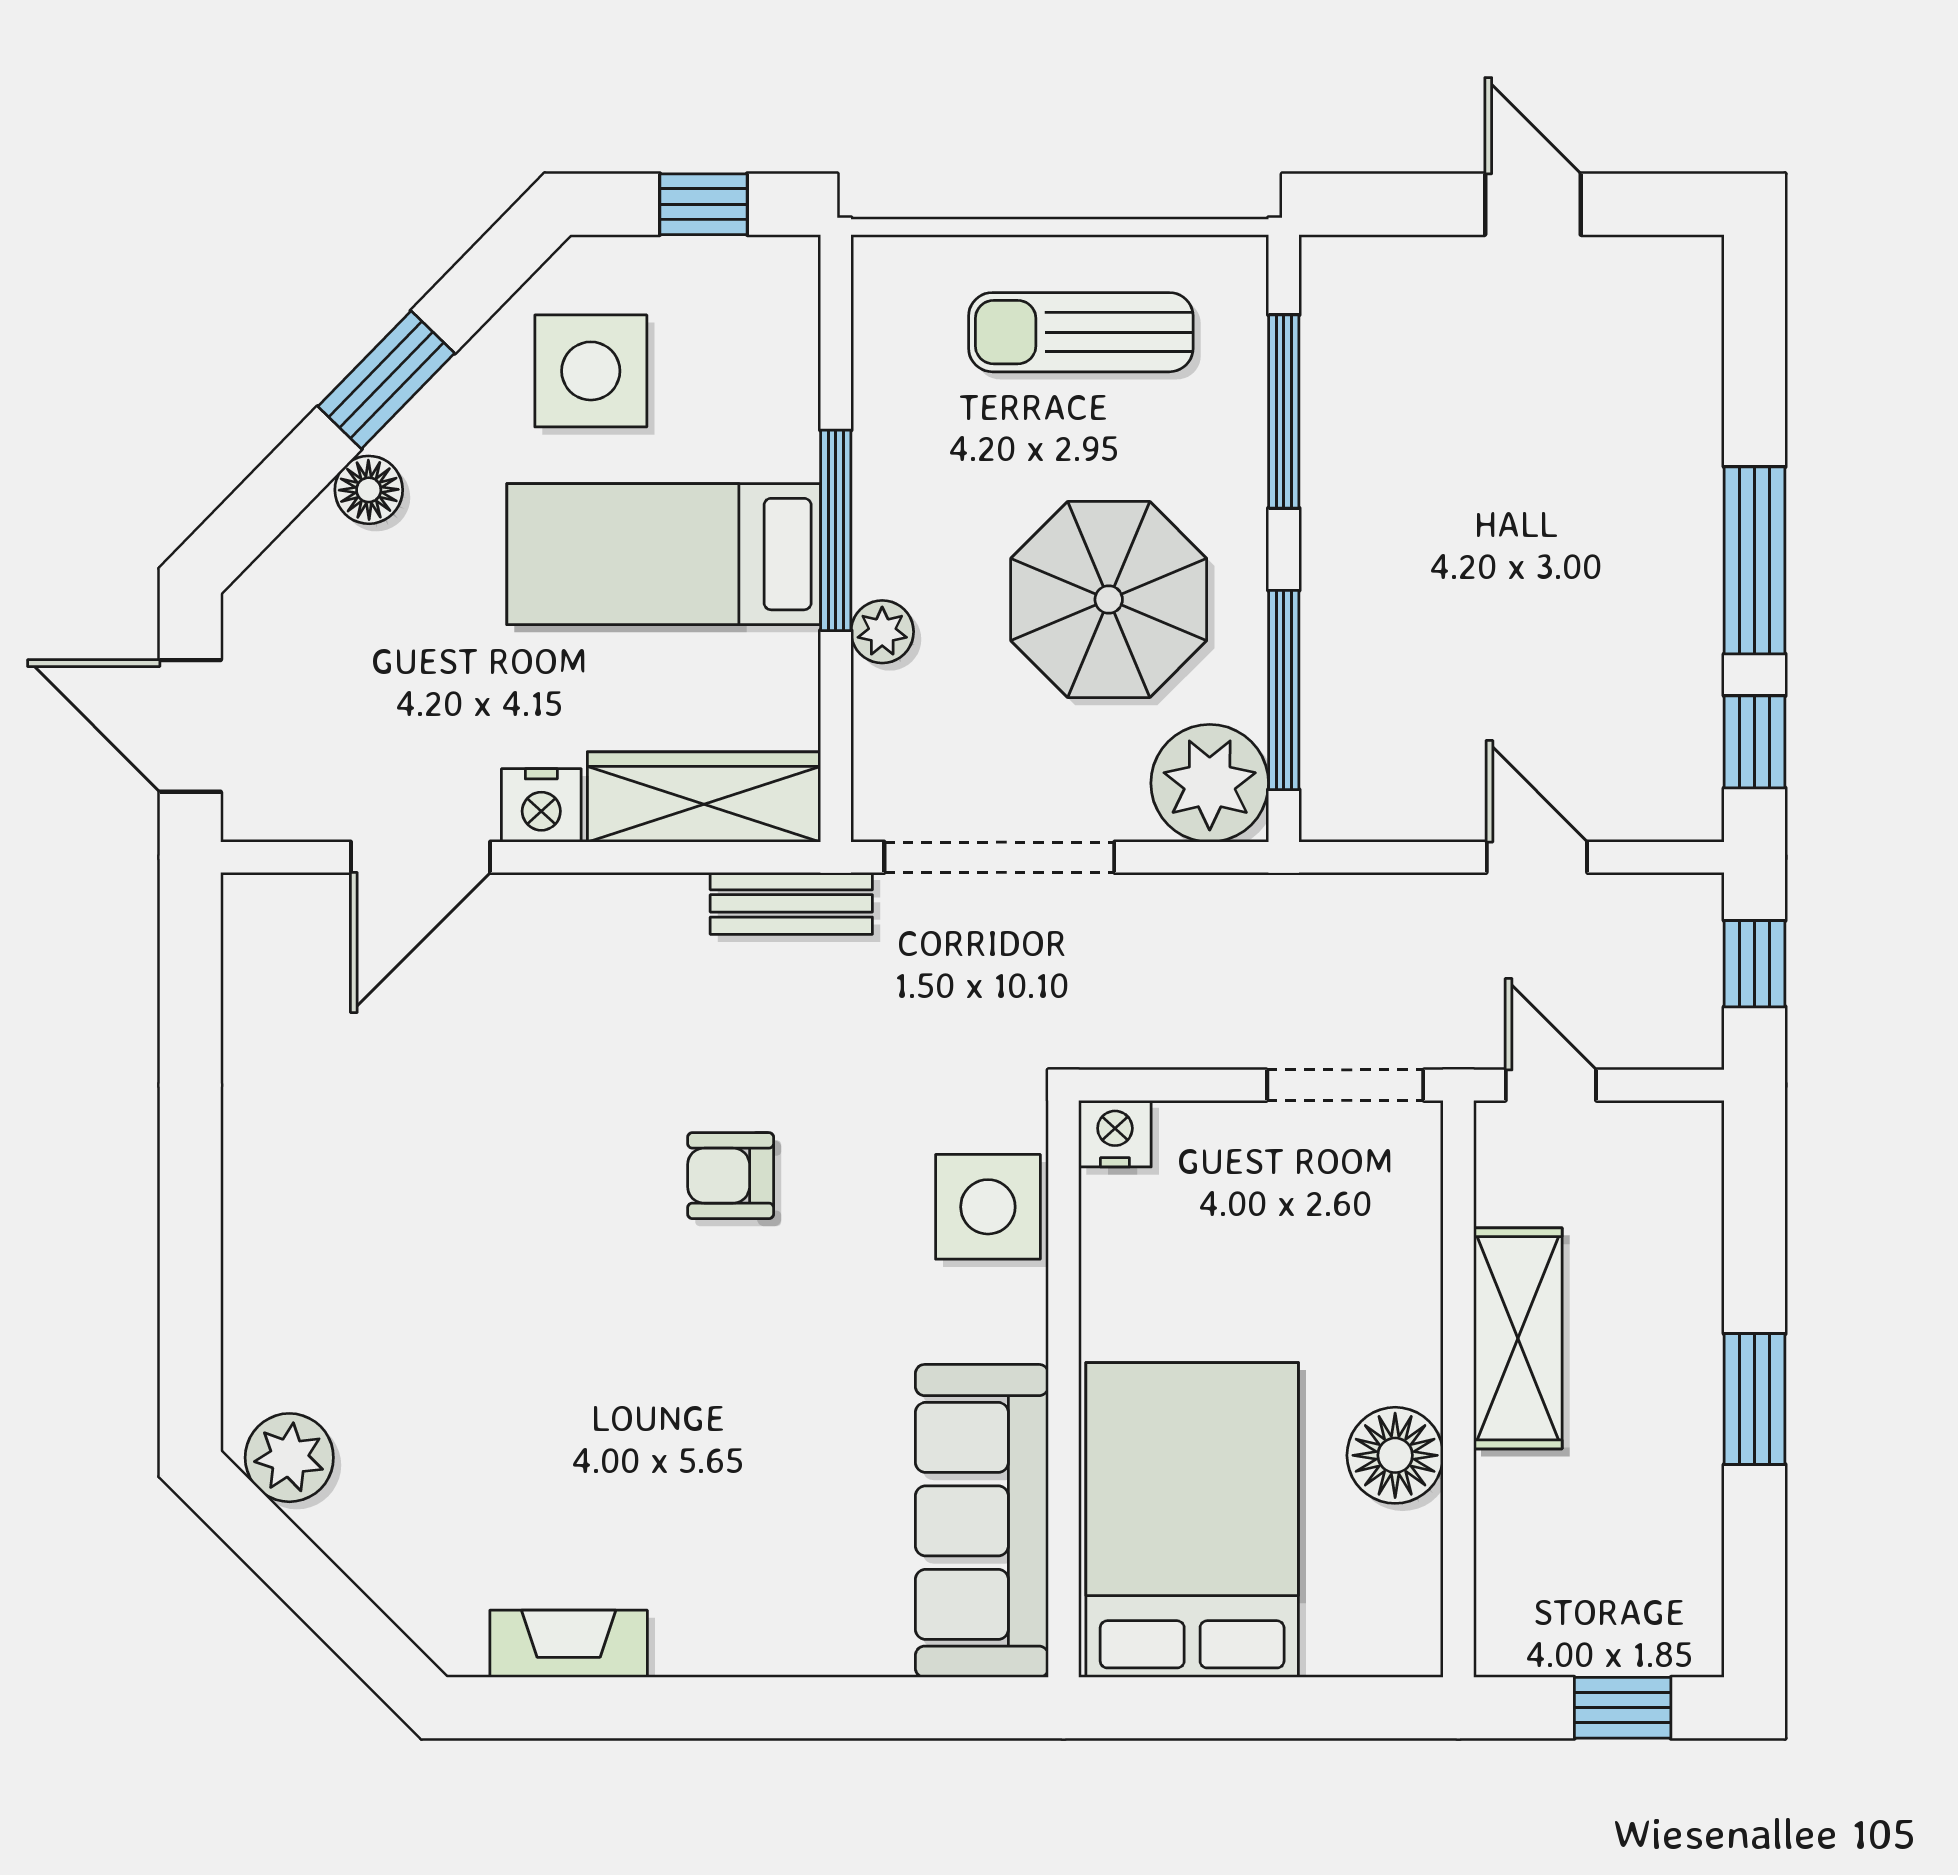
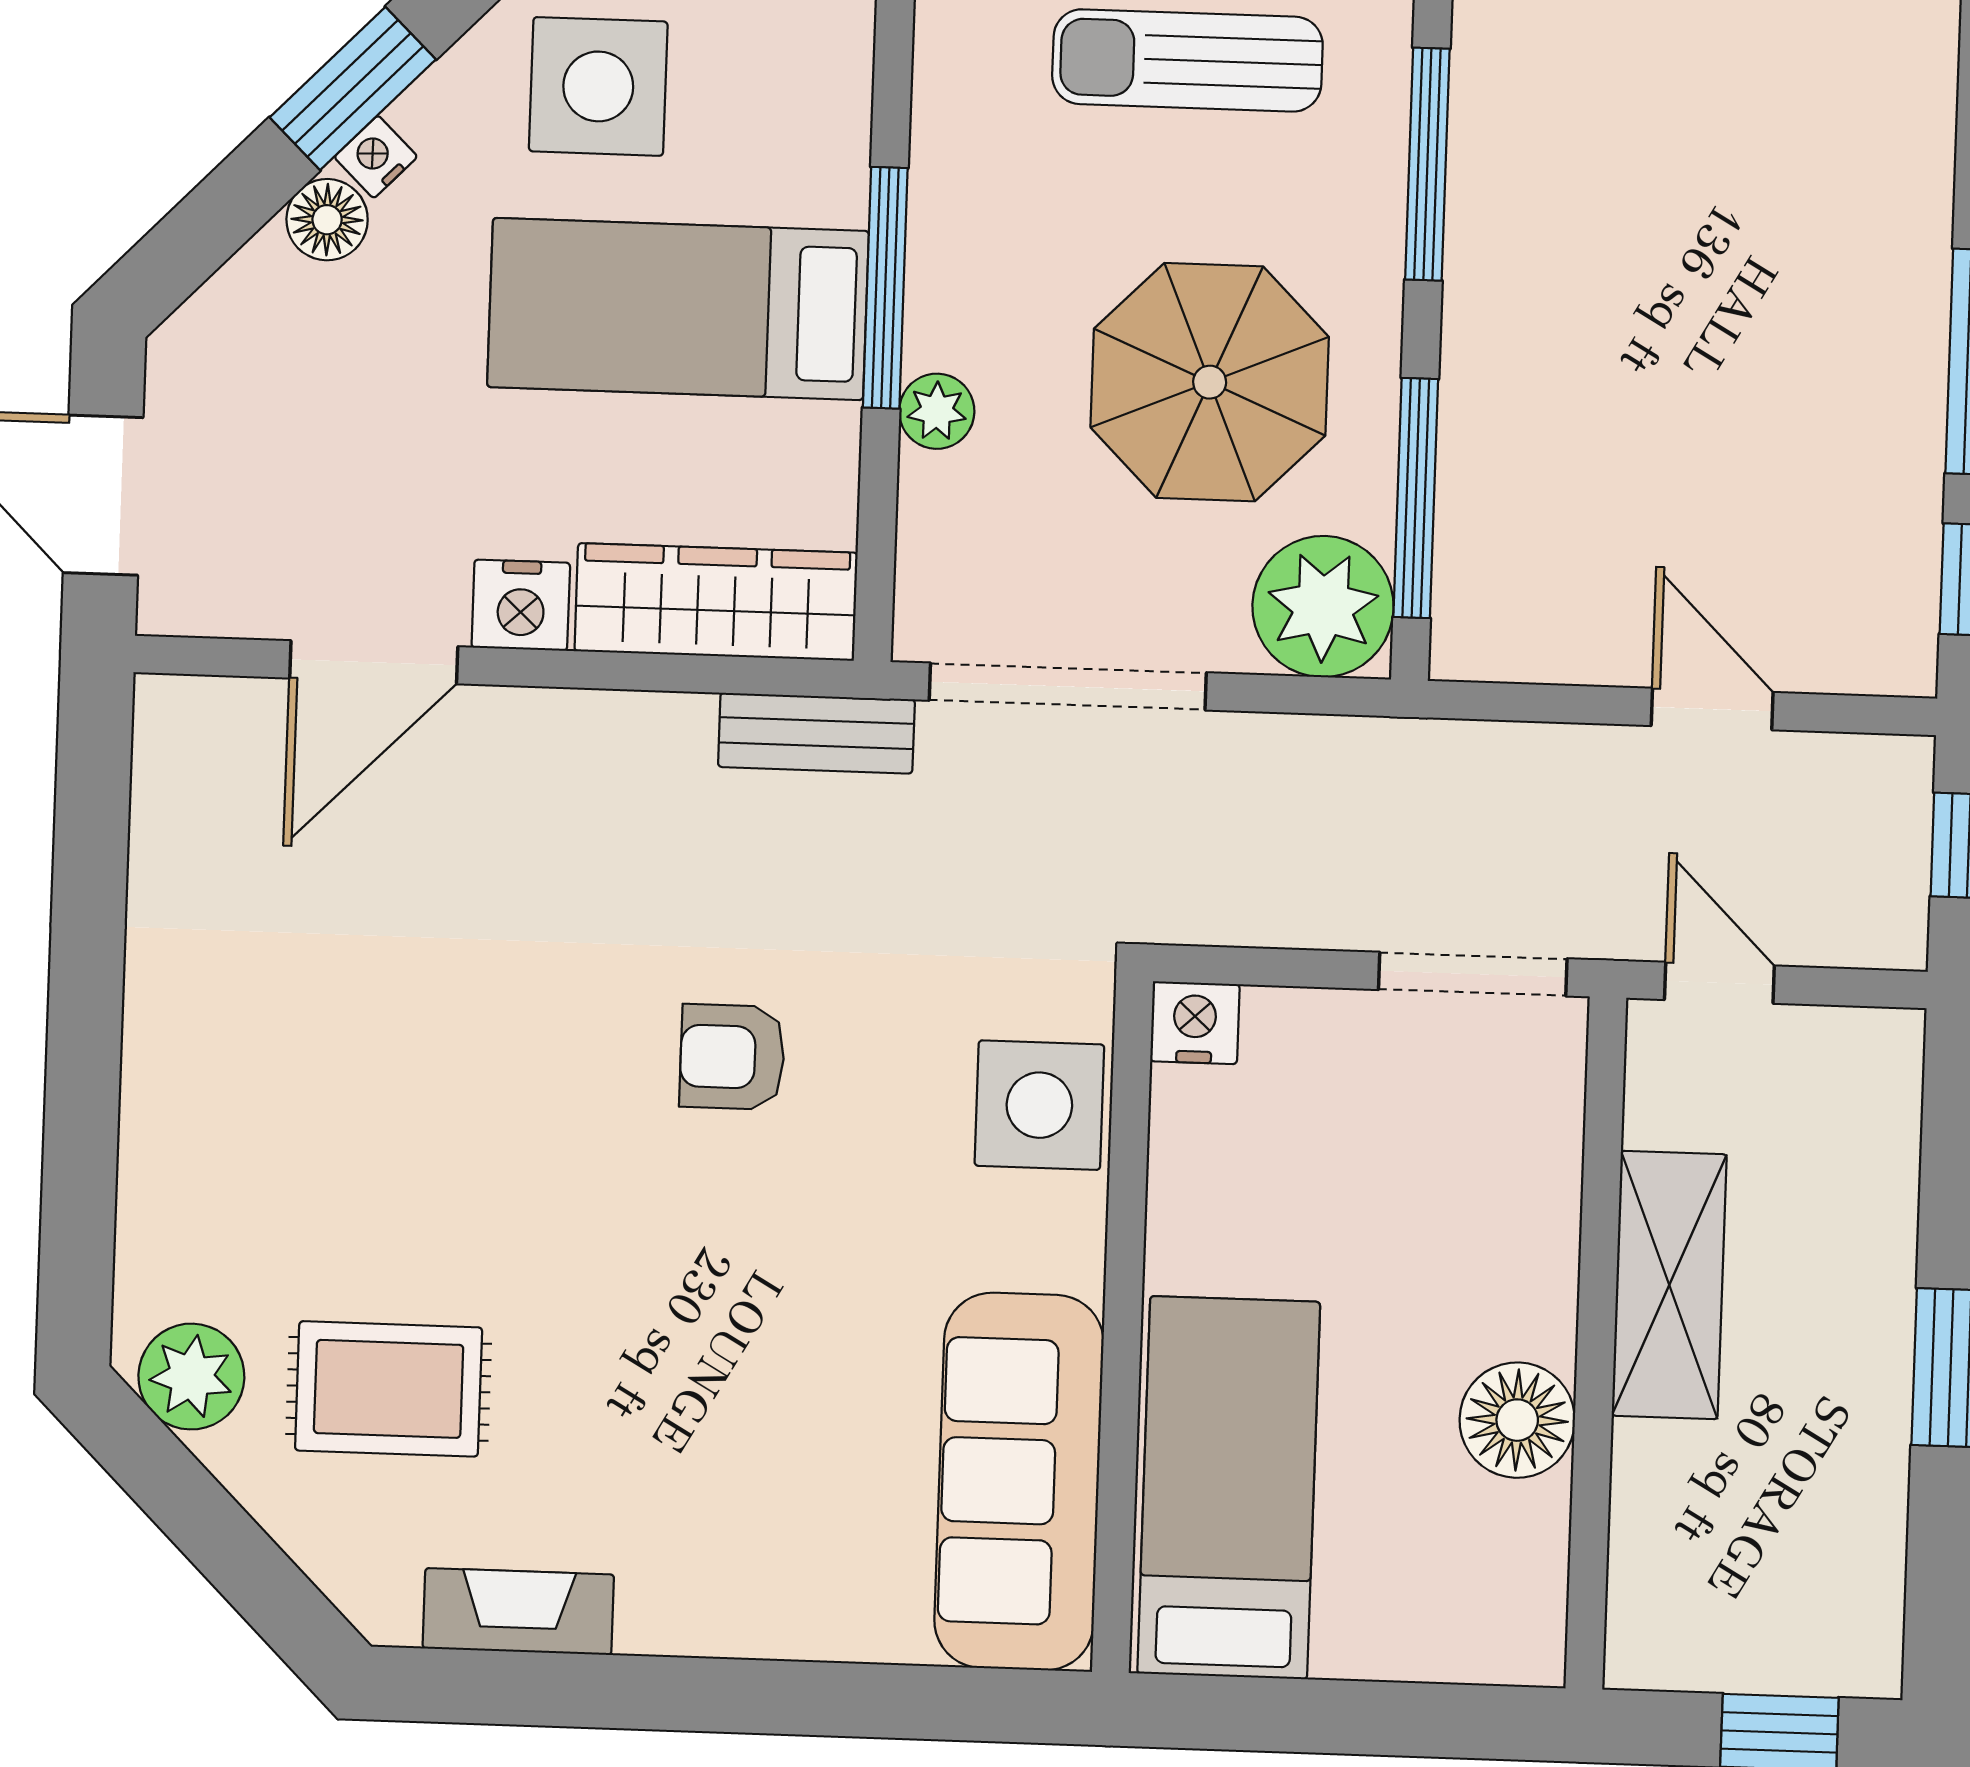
nightstand: (407, 436) -> (376, 157), added
rug: (454, 1462) -> (389, 1389), added
bed: (1192, 1520) -> (1229, 1488), width x0.67

